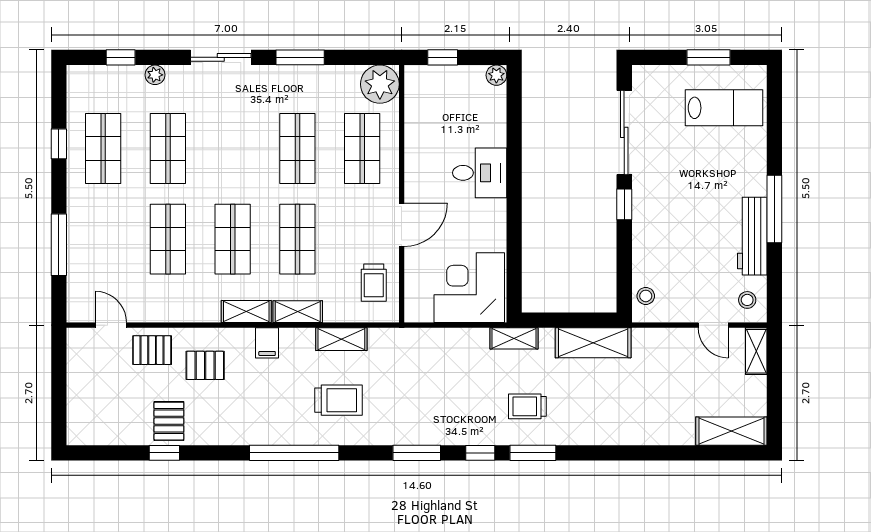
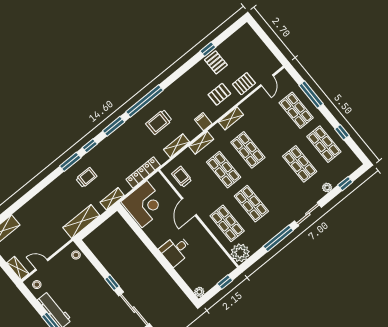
window: (300, 57) -> (278, 238), width x1.44
shop shelf: (168, 239) -> (296, 110), moved
shelving: (246, 311) -> (231, 118), moved
door: (111, 325) -> (267, 80), hinge flipped
locker: (430, 340) -> (143, 173), added
window: (294, 453) -> (145, 101), moved

